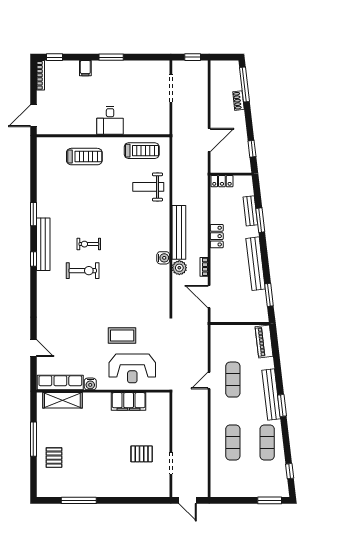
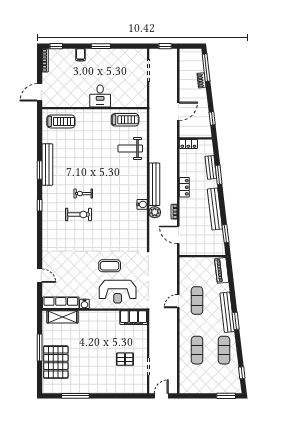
treadmill: (84, 157) -> (61, 121), moved
bench: (43, 244) -> (47, 165), moved
filing cabinet: (129, 401) -> (133, 318), moved
pallet: (54, 458) -> (56, 362), width x2.05, depth x2.00
door: (188, 500) -> (161, 396), swing flipped

